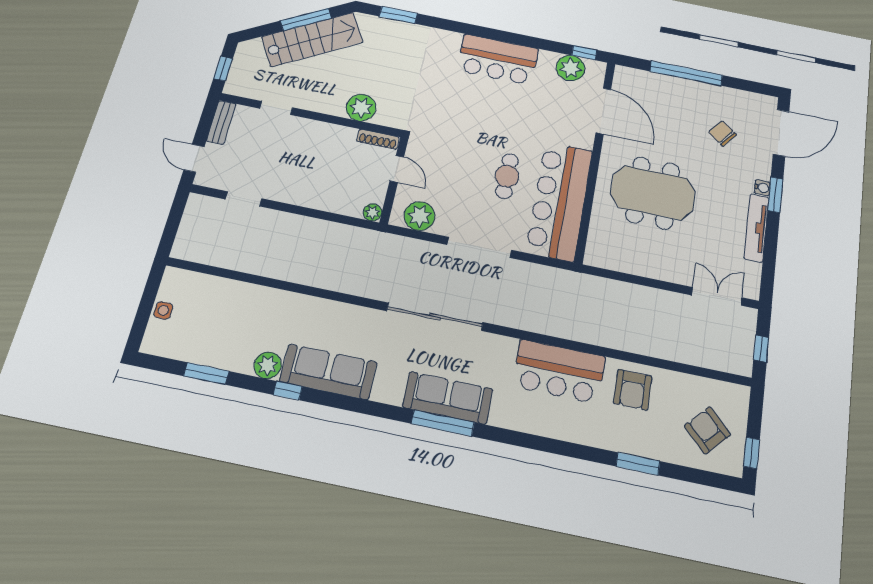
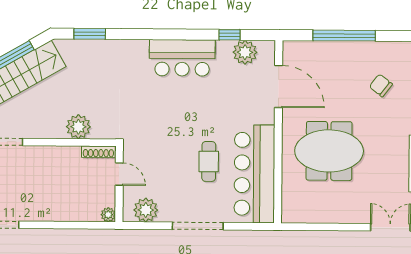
window: (584, 53) -> (230, 35), moved

